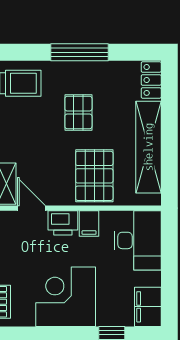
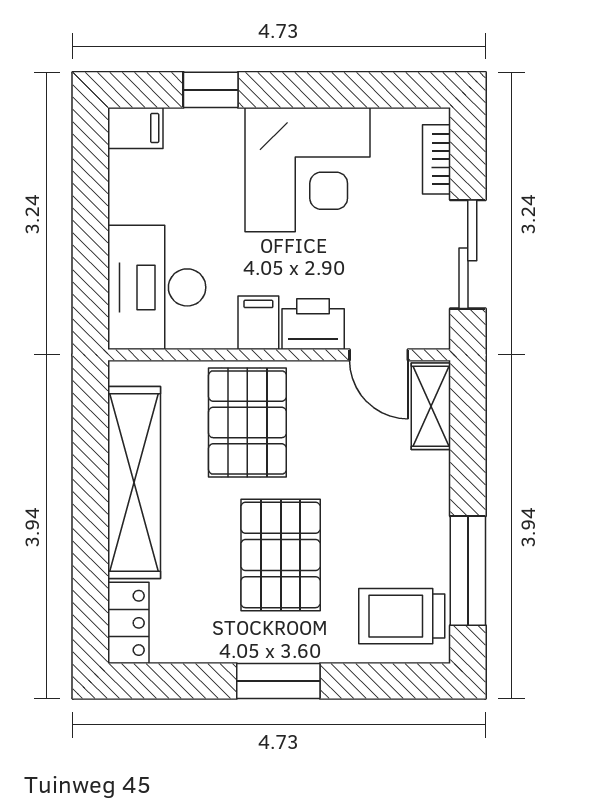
window: (79, 52) -> (278, 681), width x0.69
pallet: (78, 112) -> (281, 555), width x1.50, depth x1.42
filing cabinet: (148, 307) -> (135, 128), width x0.50

